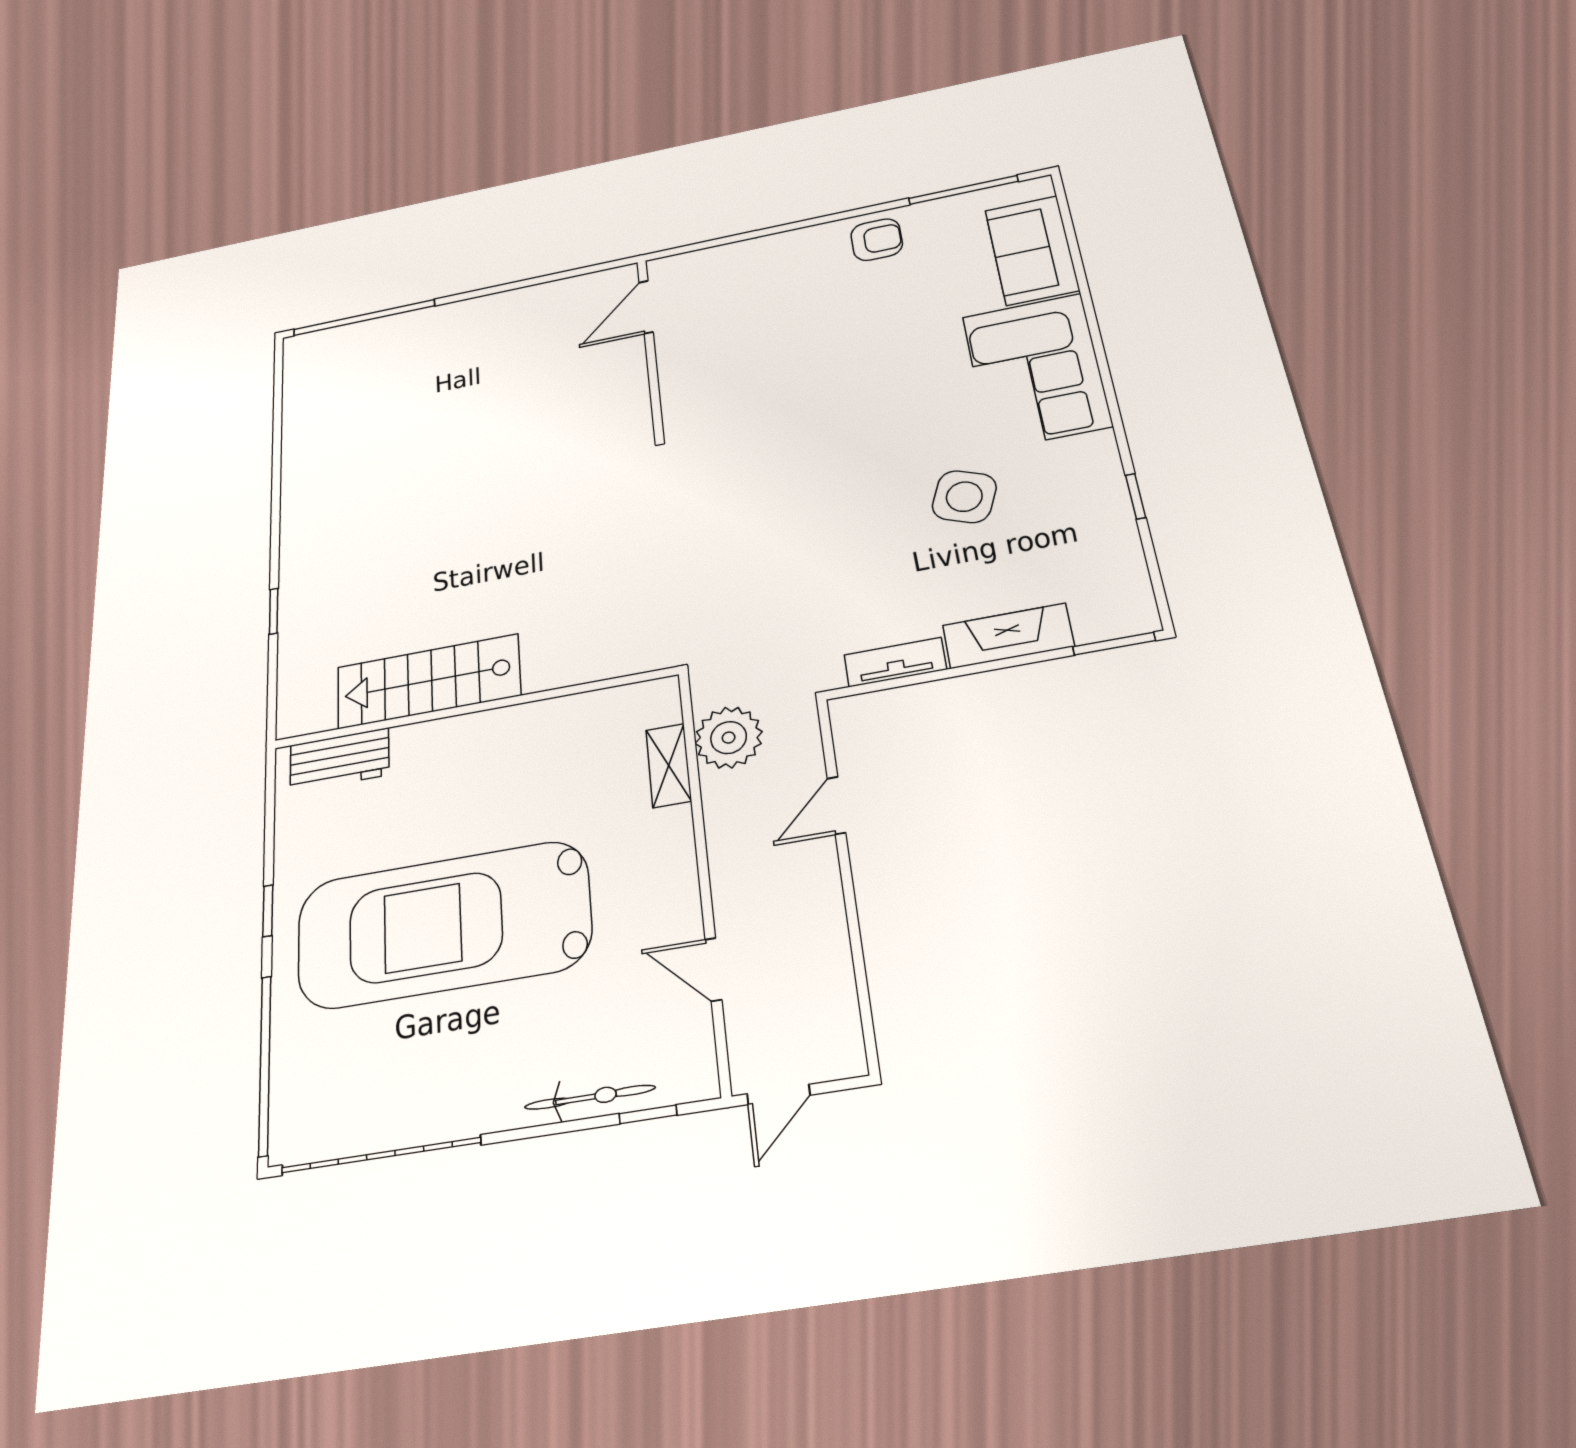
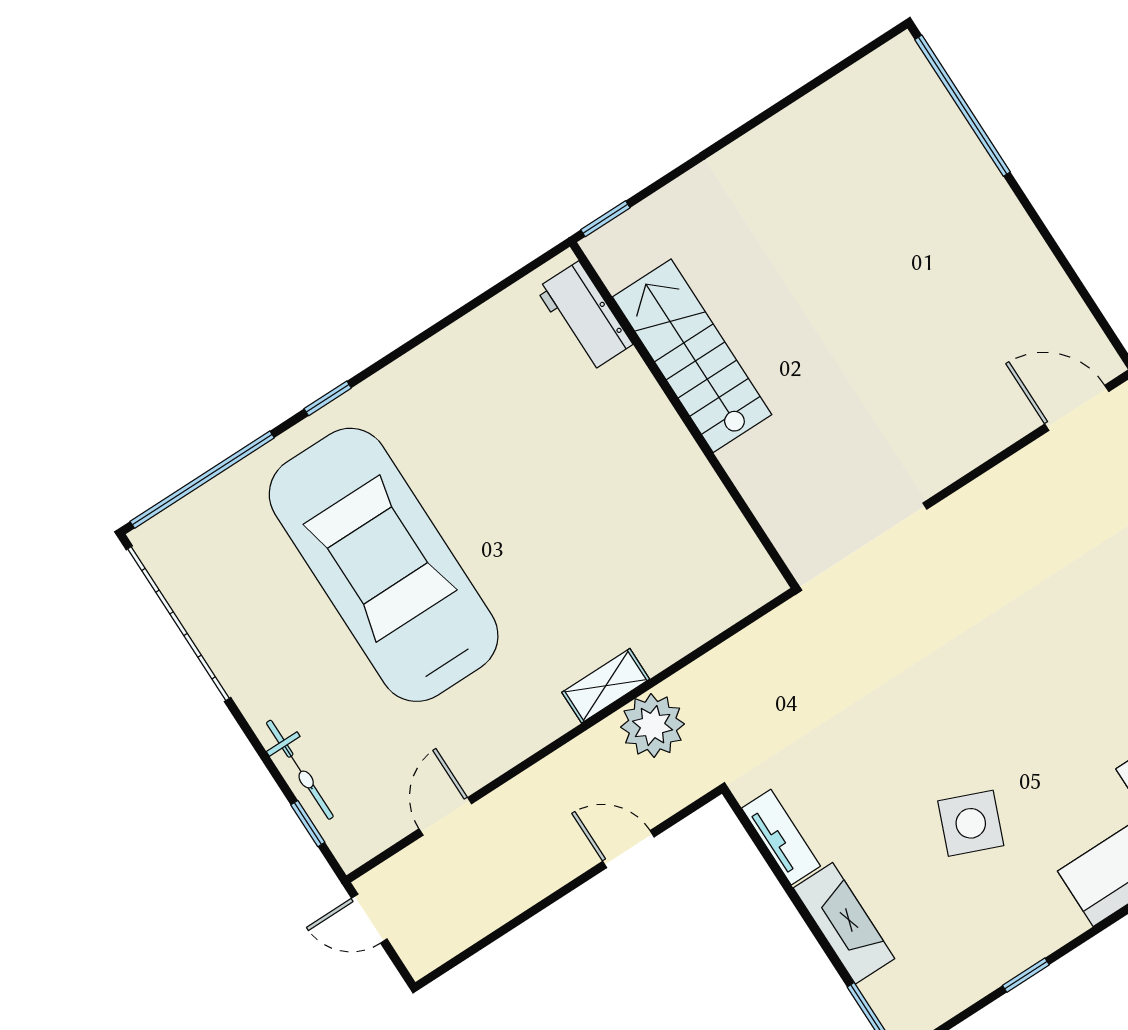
stairs: (428, 681) -> (692, 356), moved
wall: (474, 708) -> (684, 415), moved
workbench: (339, 760) -> (584, 317), moved

